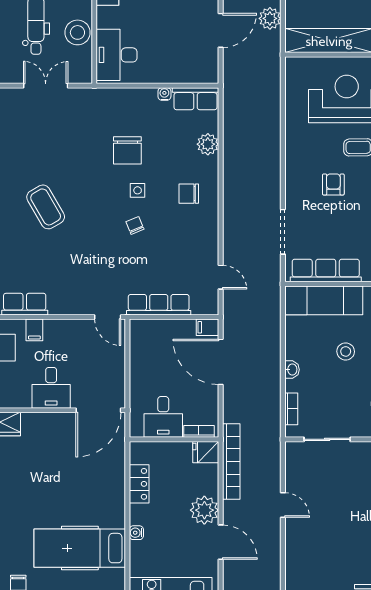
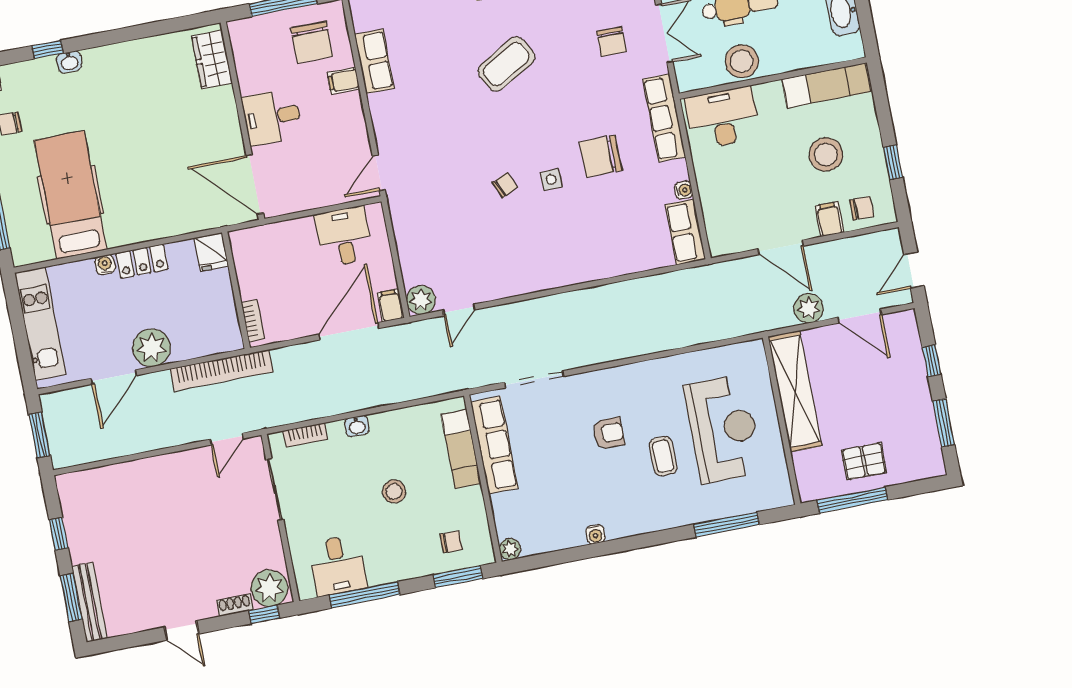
plant: (208, 144) -> (421, 300), moved
chair: (189, 194) -> (612, 42), moved, turned 180
exam couch: (324, 300) -> (461, 449), width x0.73, depth x0.69
row of seats: (159, 305) -> (664, 118), moved, turned 180
desk: (163, 417) -> (344, 236), moved, turned 90
fridge: (206, 452) -> (211, 252), moved, turned 180
locker: (139, 484) -> (142, 261), moved
door: (283, 505) -> (227, 439), moved

